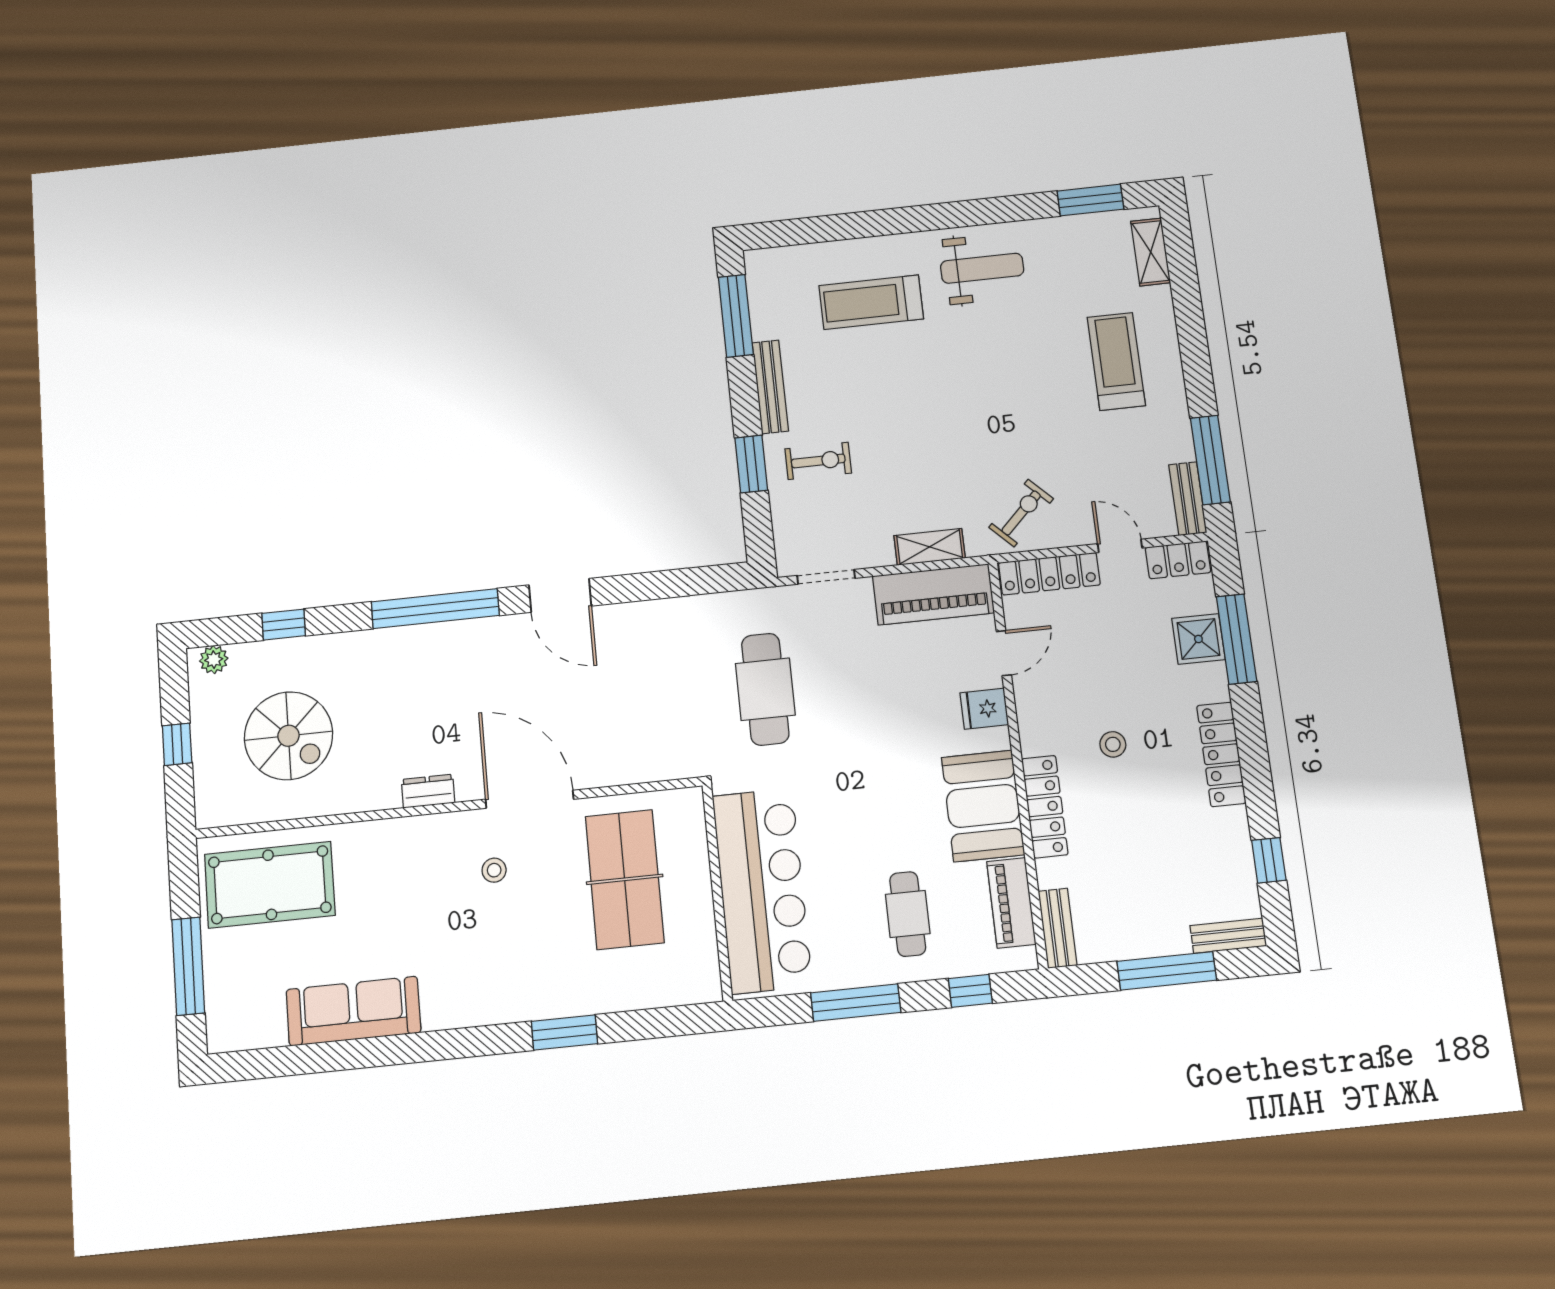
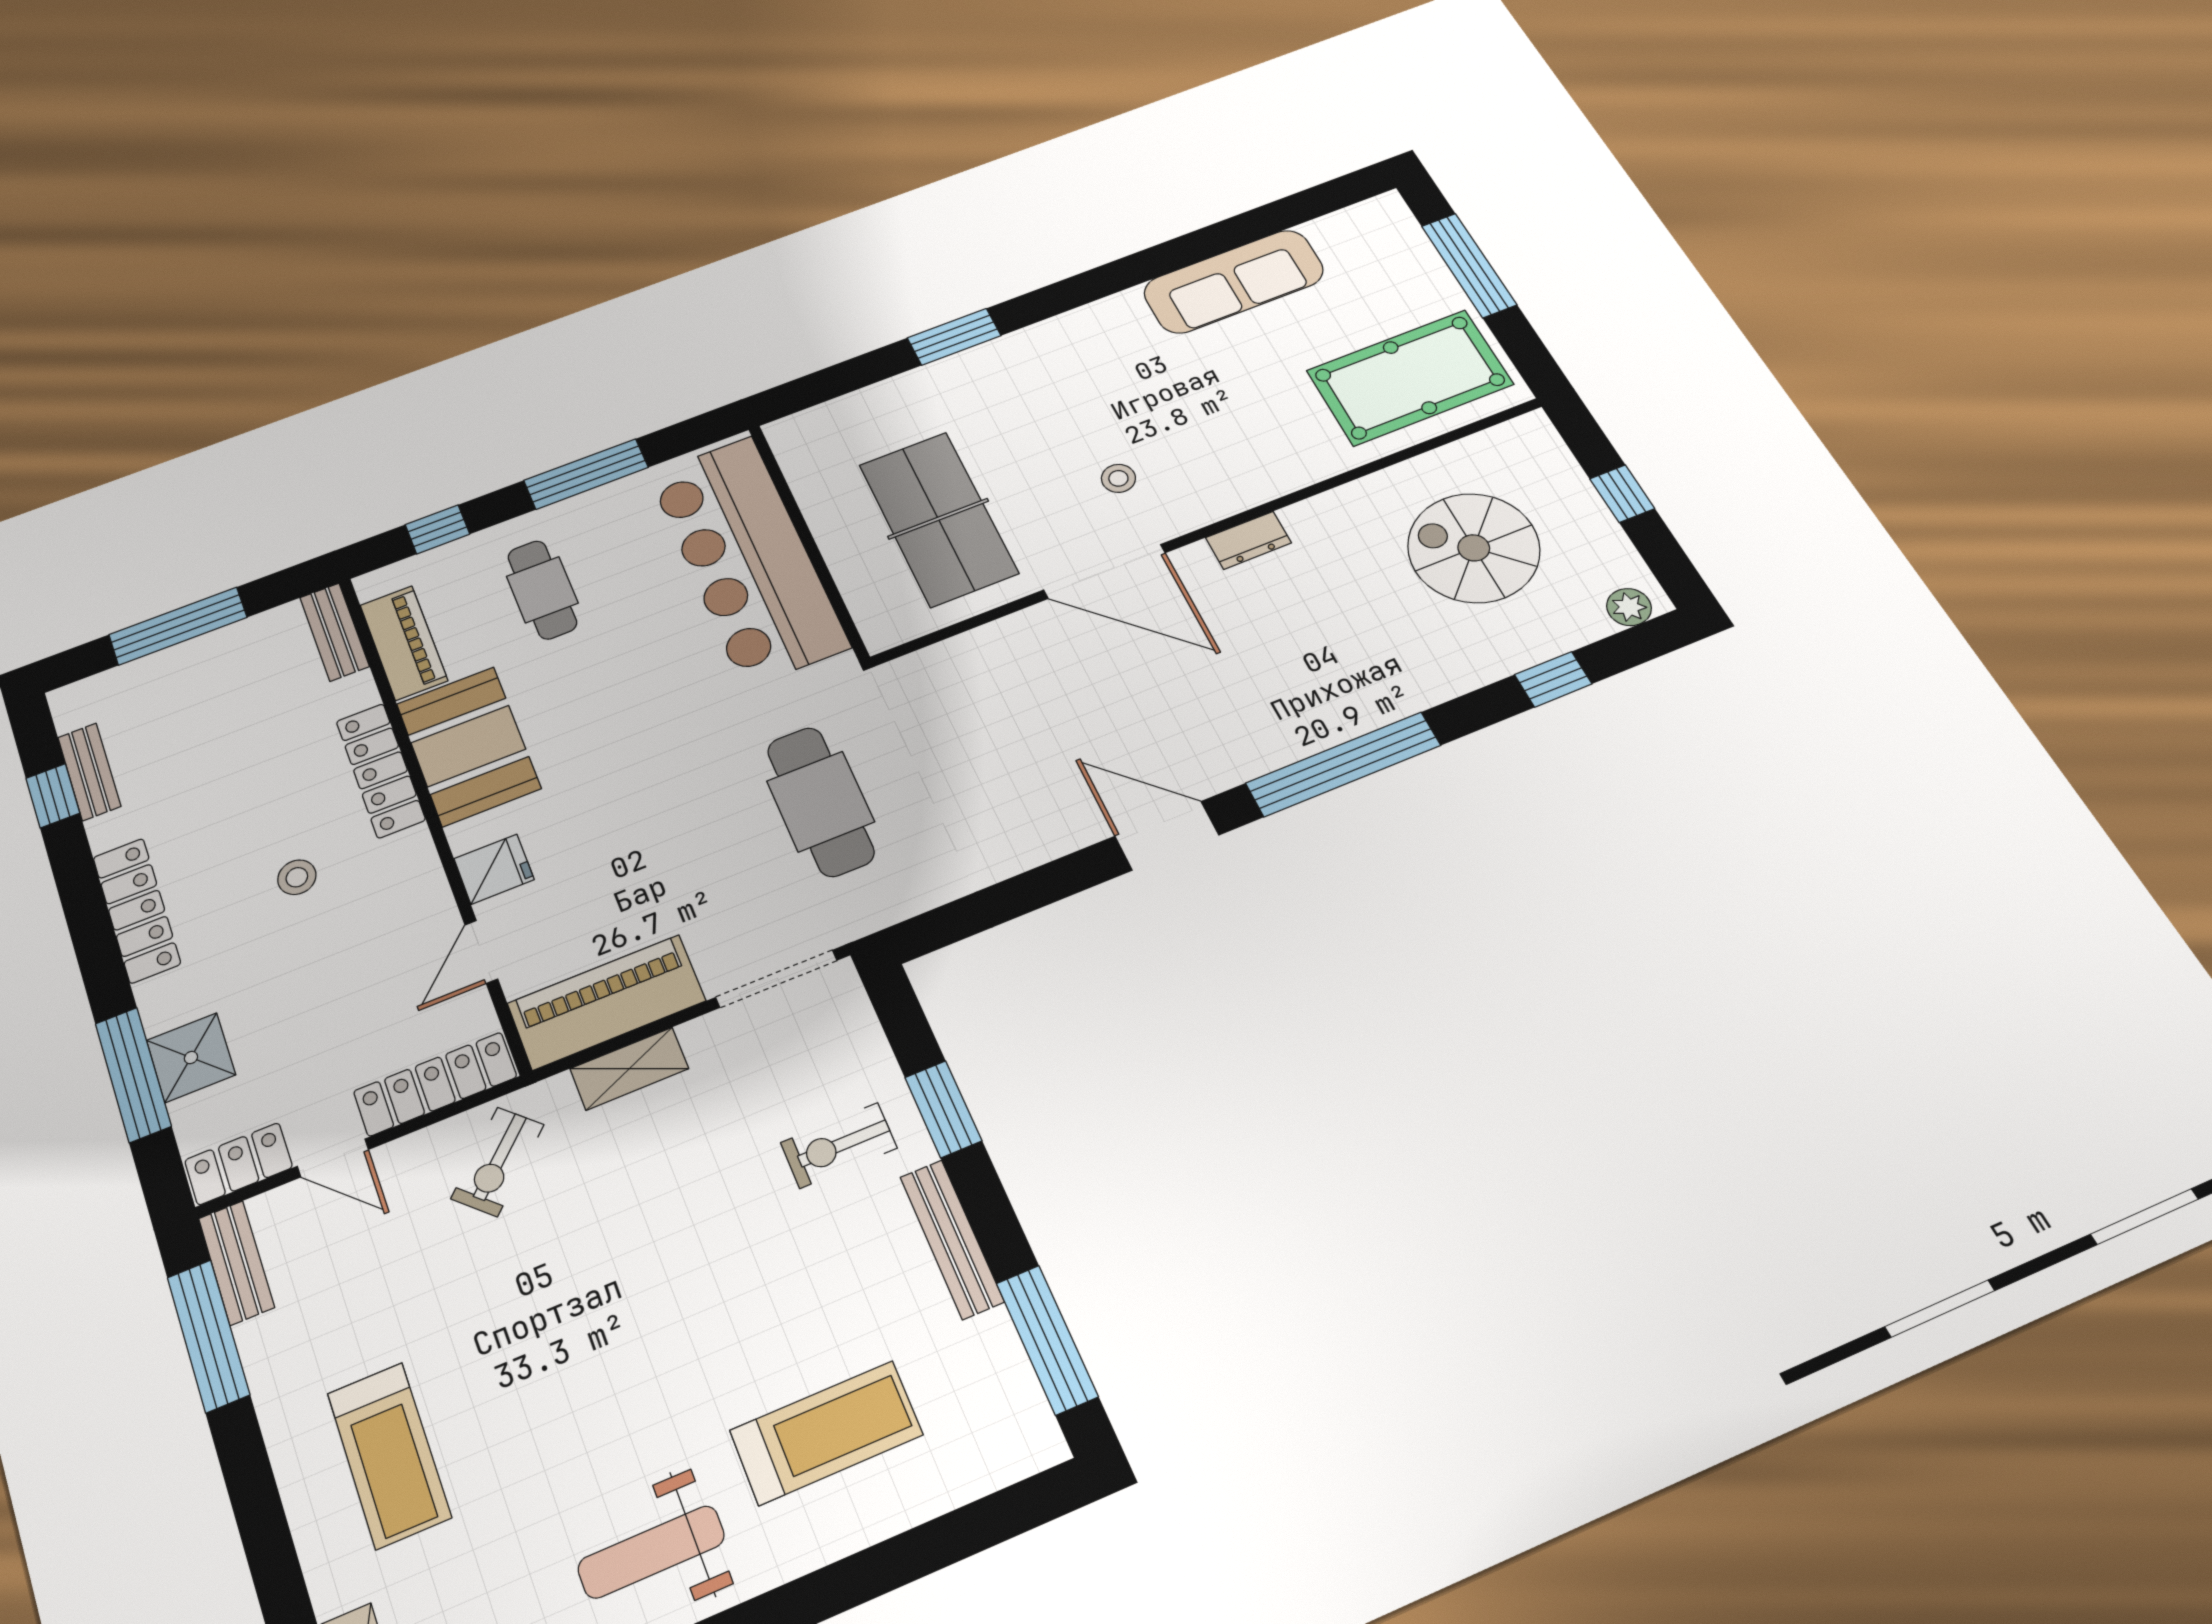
doorway: (826, 577) -> (776, 979), width x1.38
bench: (1228, 936) -> (89, 772), moved, turned 90

